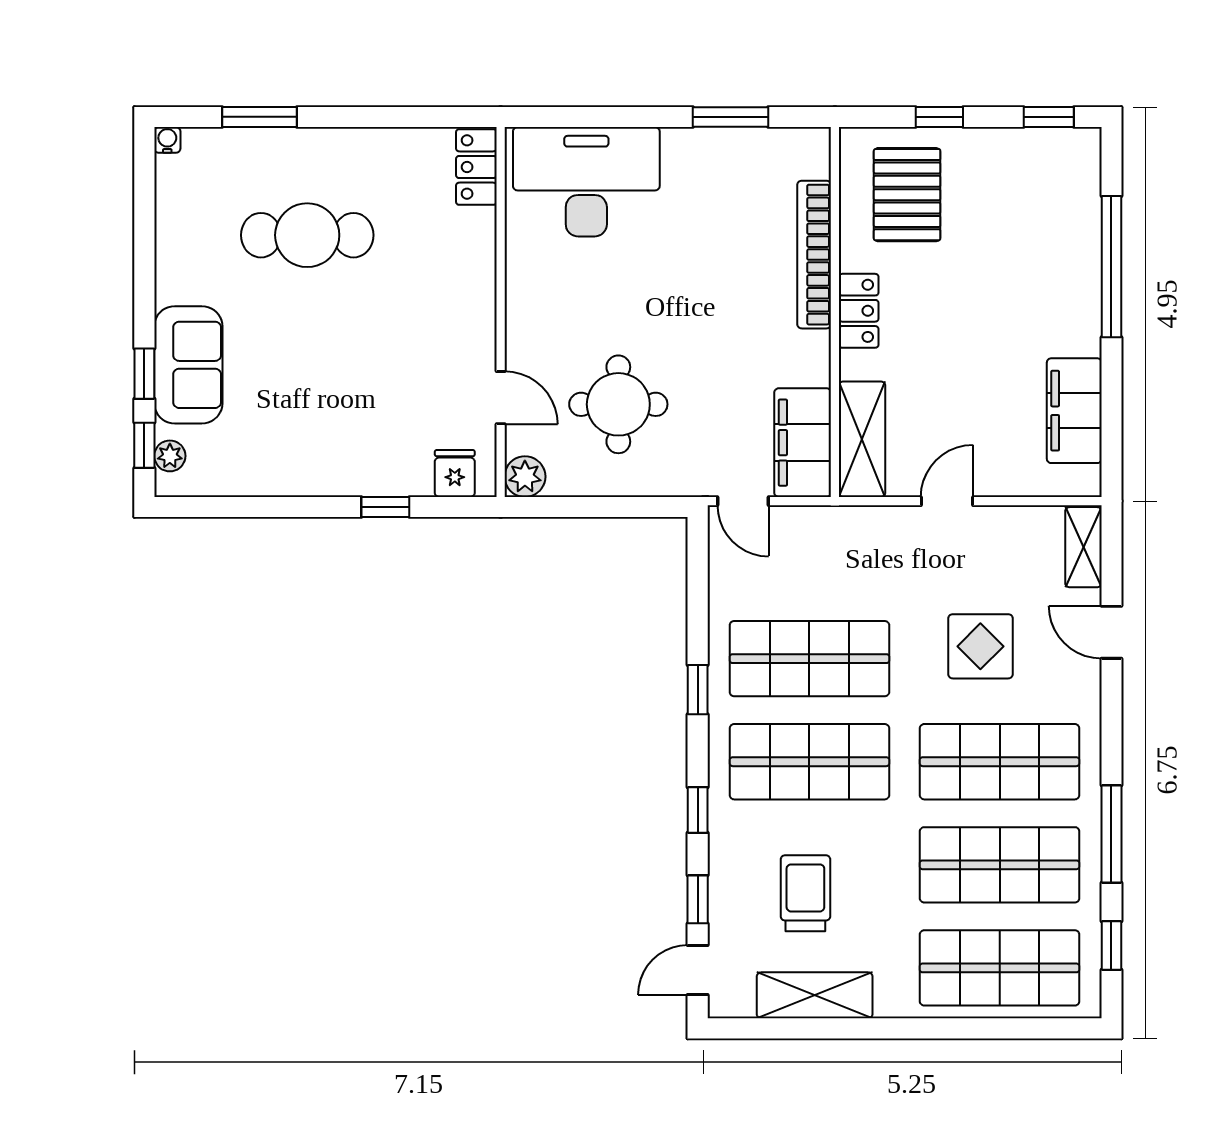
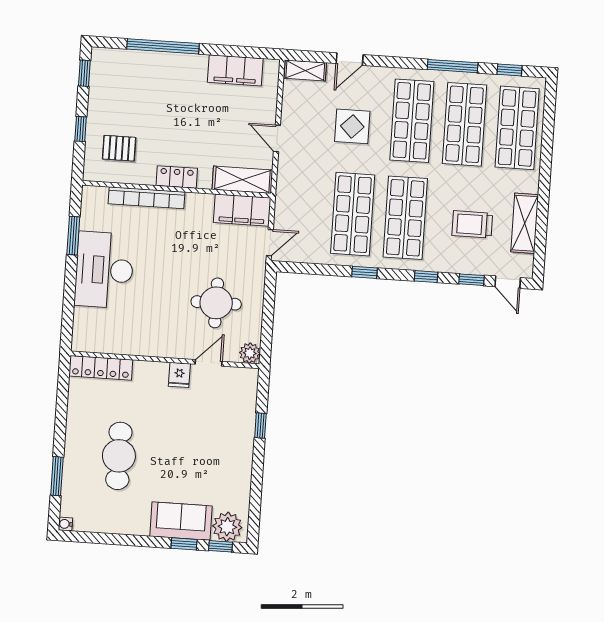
locker: (476, 167) -> (101, 368), width x1.53
desk: (586, 182) -> (104, 270), moved
pallet: (907, 195) -> (119, 148), width x0.67, depth x0.71
plant: (170, 456) -> (227, 527), width x1.88, depth x1.88
fridge: (455, 473) -> (179, 375), moved, turned -90

